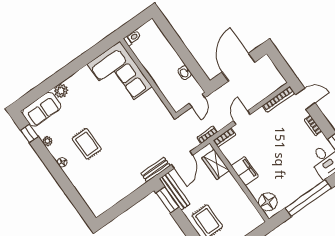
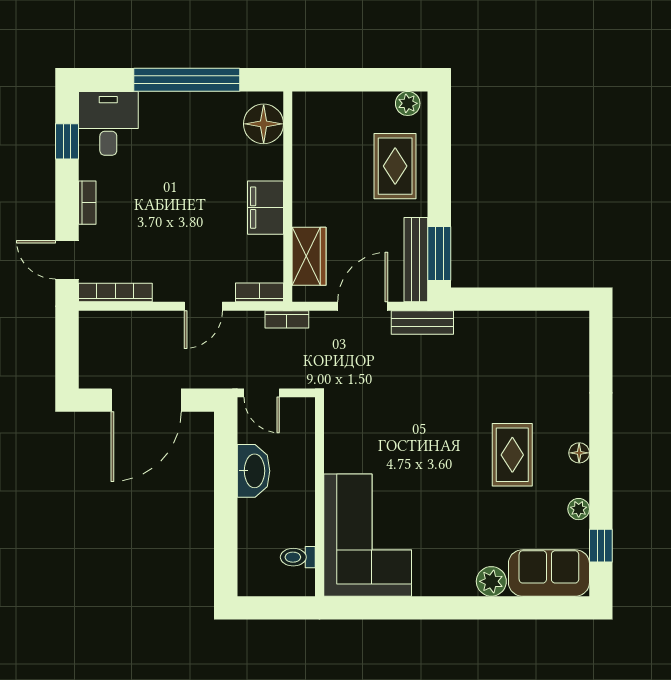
toilet: (132, 38) -> (298, 557), moved
washbasin: (185, 73) -> (254, 471), width x1.91, depth x1.45
door: (197, 101) -> (262, 393), swing flipped

